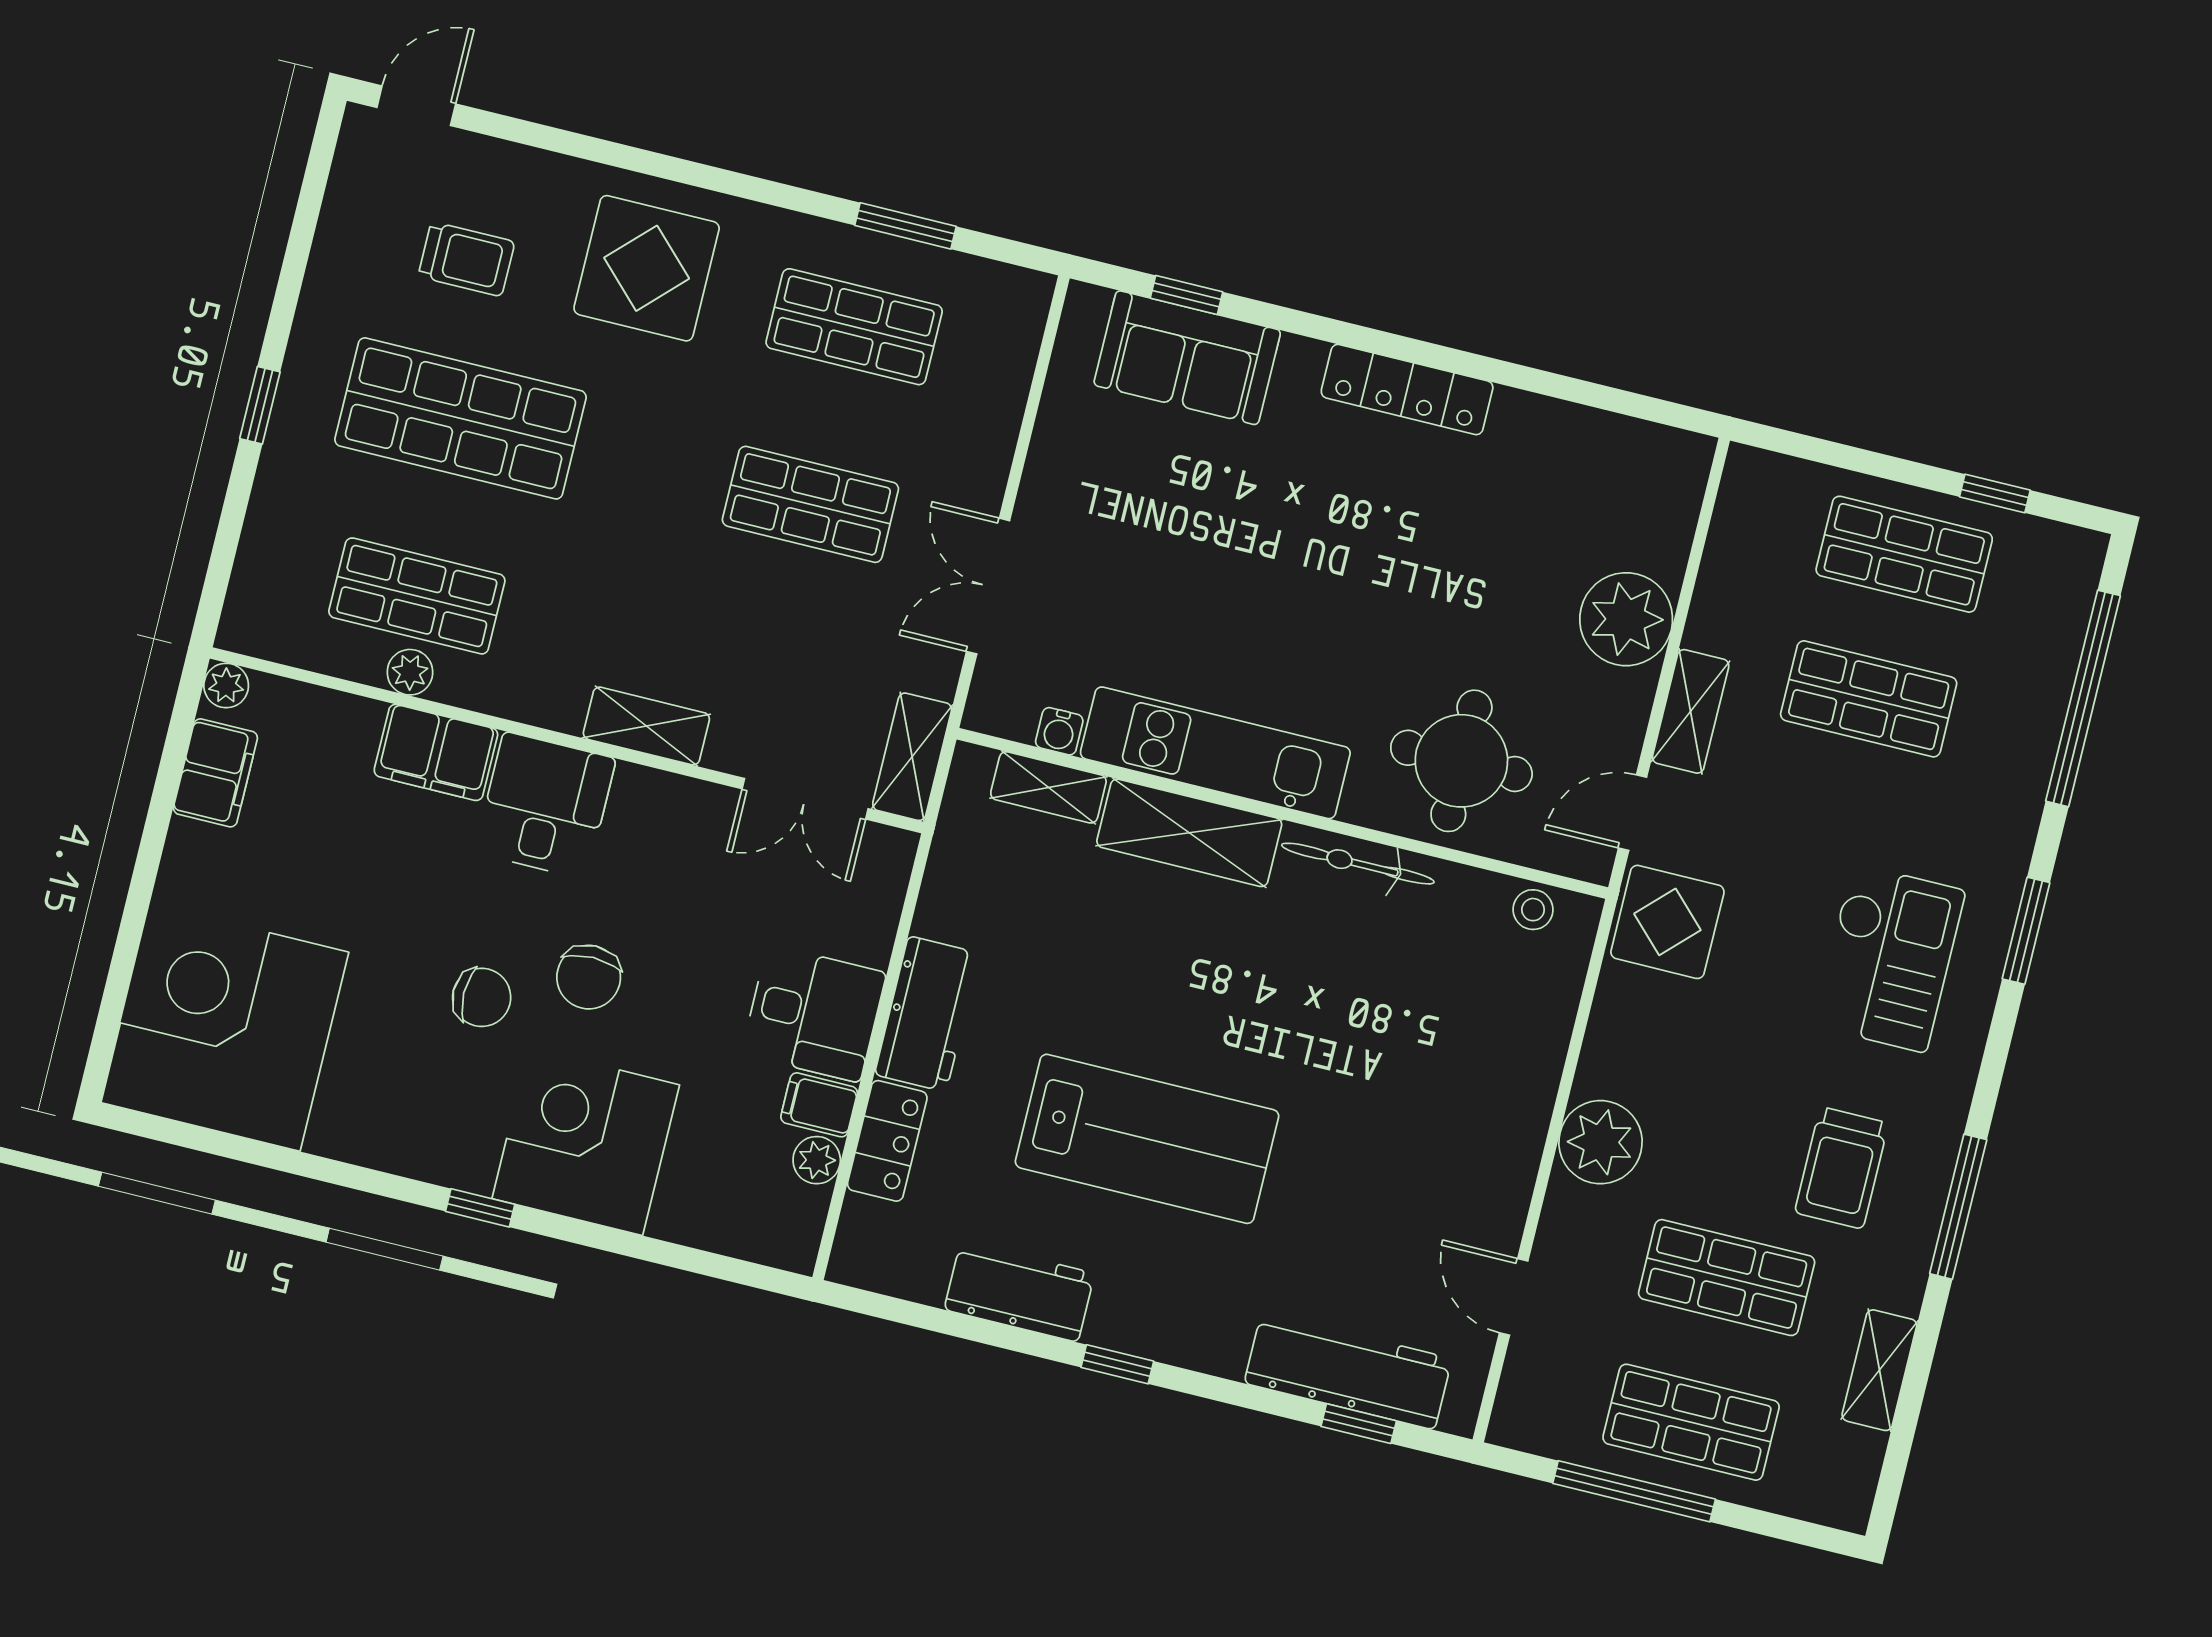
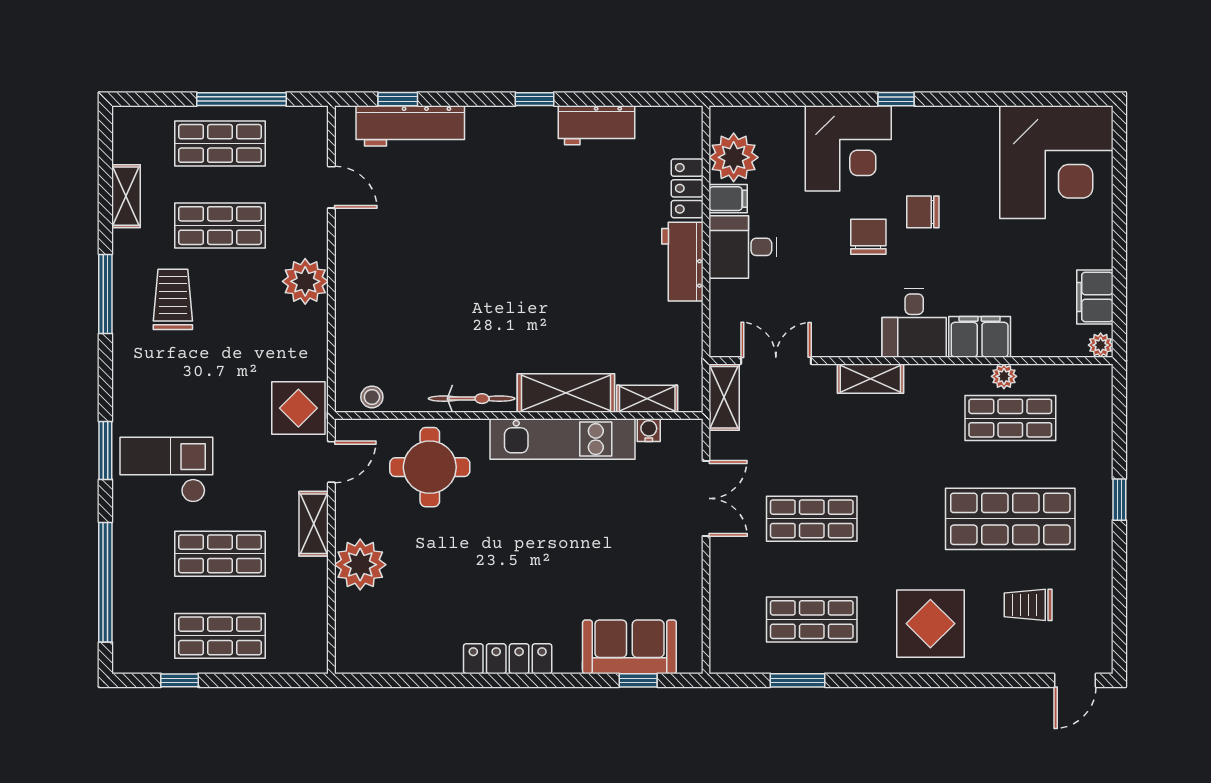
checkout: (1889, 958) -> (166, 470), moved, turned 90
lab bench: (1147, 1139) -> (548, 224), removed
plant: (817, 1160) -> (734, 157), width x1.87, depth x1.87

